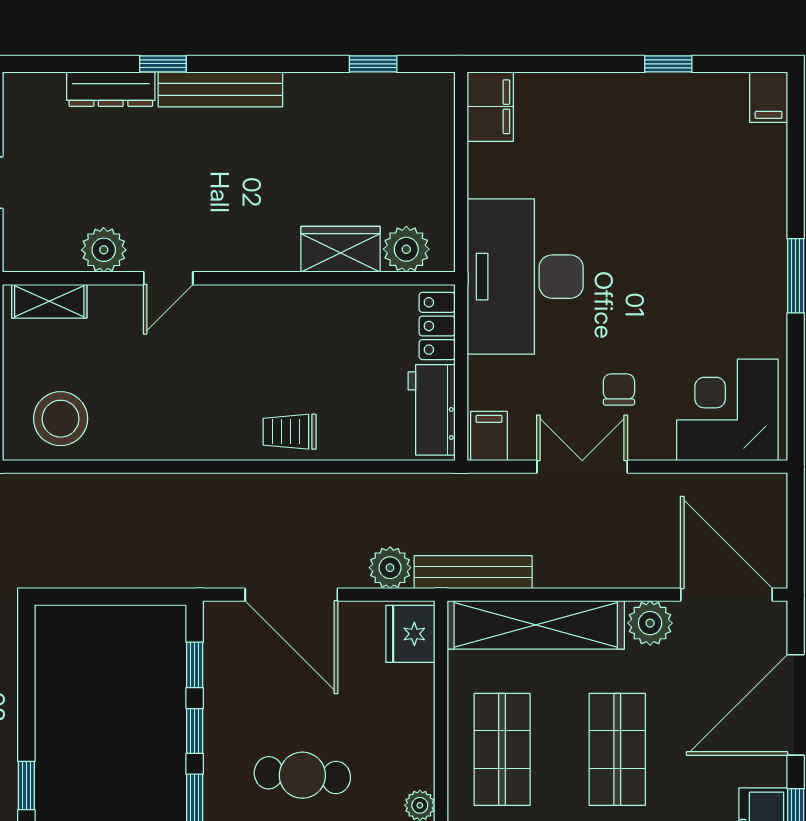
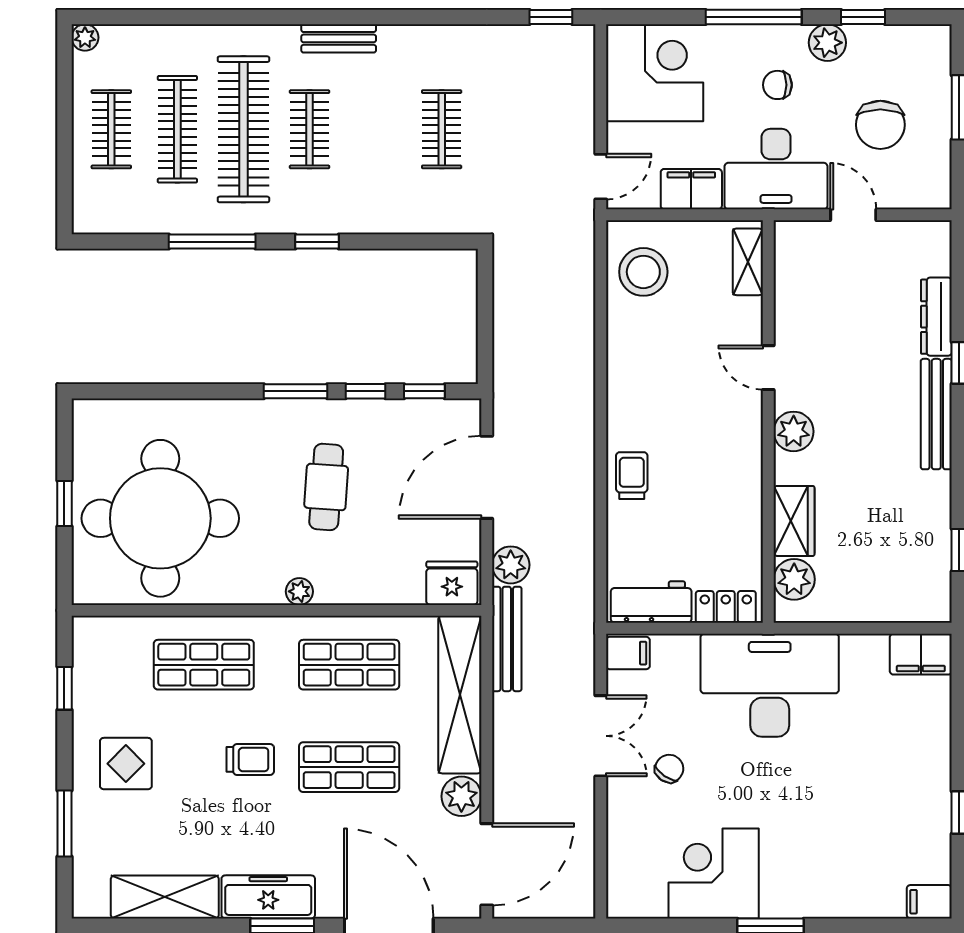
plant: (104, 250) -> (794, 431), moved
chair: (619, 390) -> (669, 769), turned -56
corner desk: (727, 410) -> (714, 873), moved, turned -90

